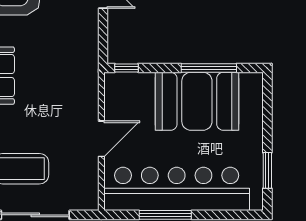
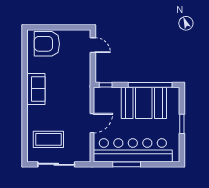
window: (209, 68) -> (150, 85), width x1.46
window: (267, 170) -> (182, 124), moved

